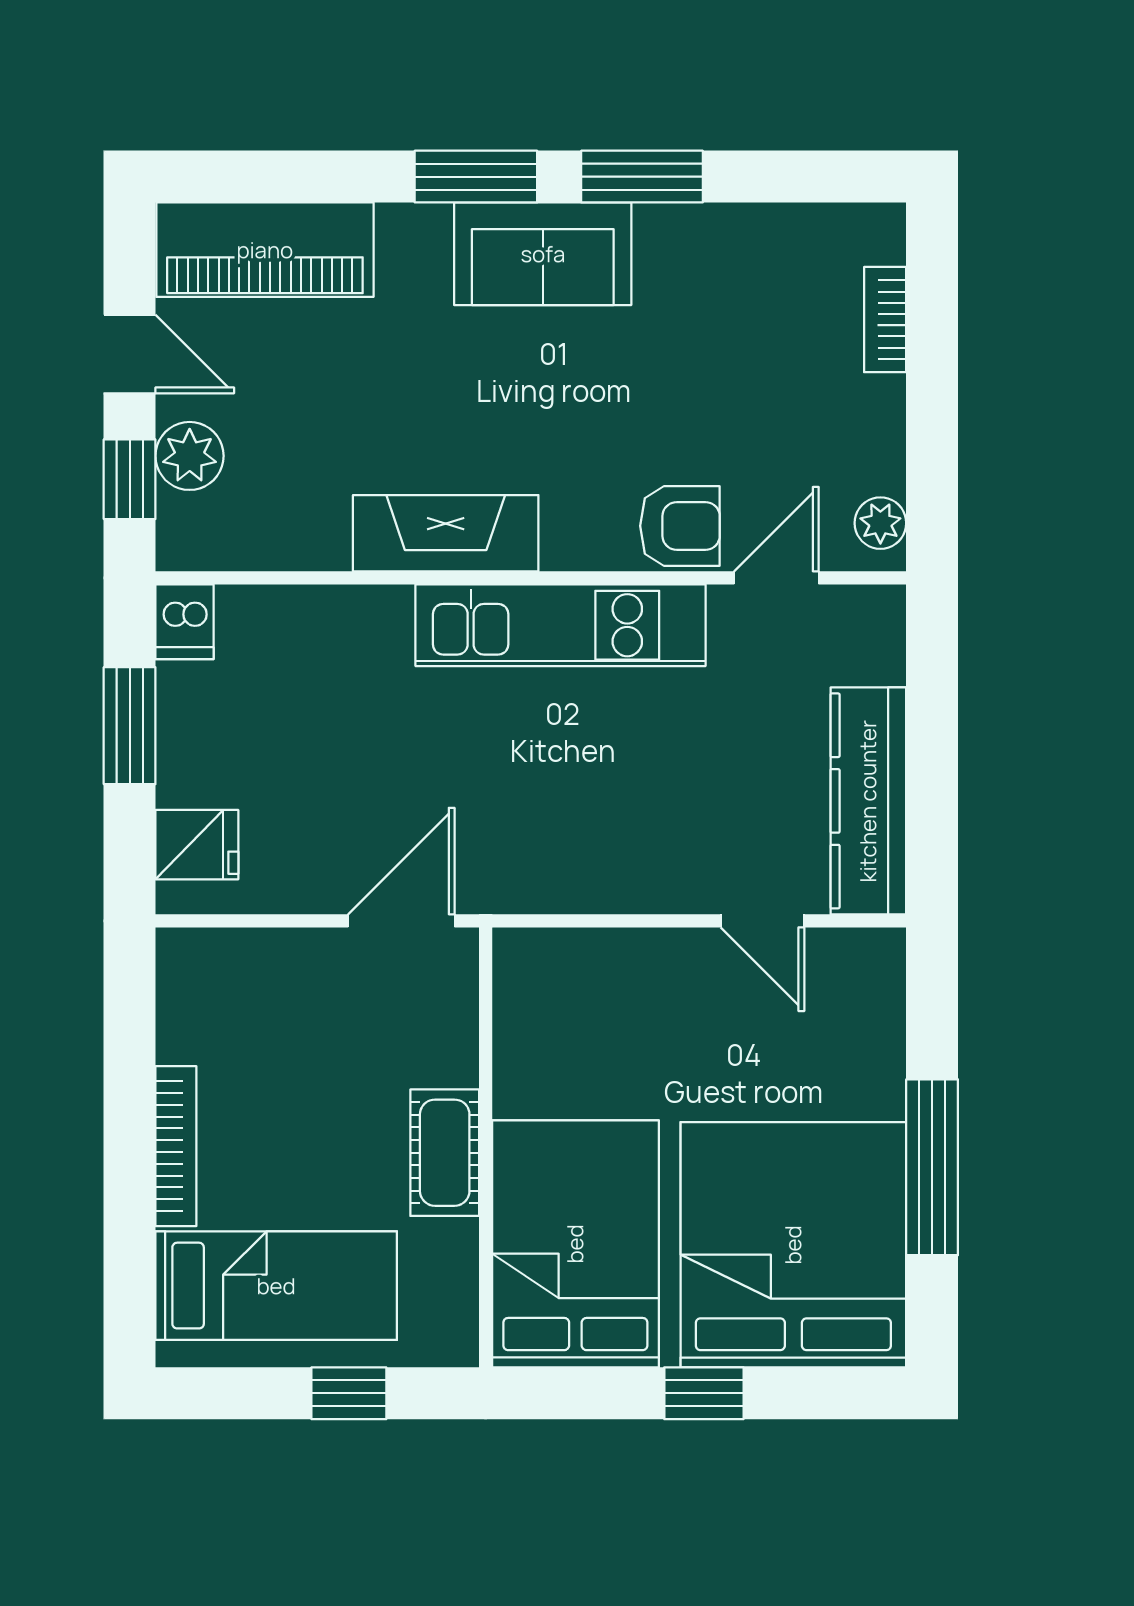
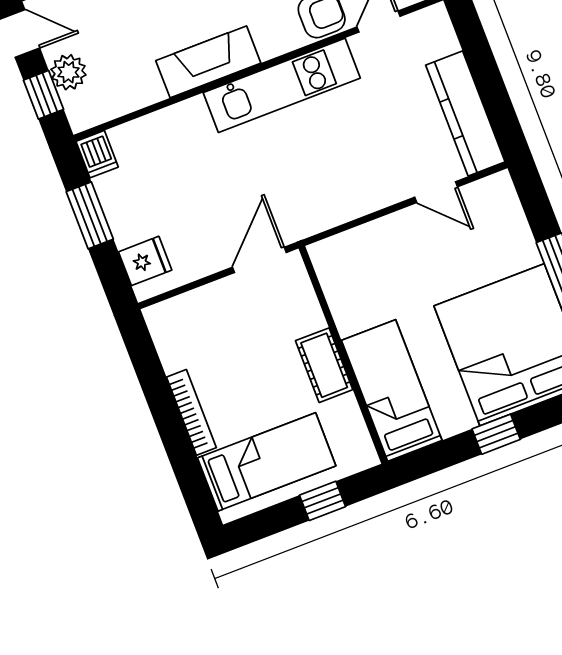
bed: (575, 1244) -> (392, 390), width x0.67

